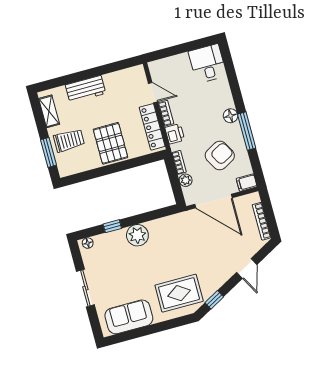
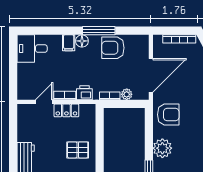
locker: (152, 127) -> (66, 110), width x0.66
pallet: (111, 143) -> (78, 150), width x0.67, depth x0.71
armchair: (220, 156) -> (113, 48), moved, turned -61
filing cabinet: (247, 183) -> (69, 43), moved
armchair: (176, 232) -> (168, 115), added

